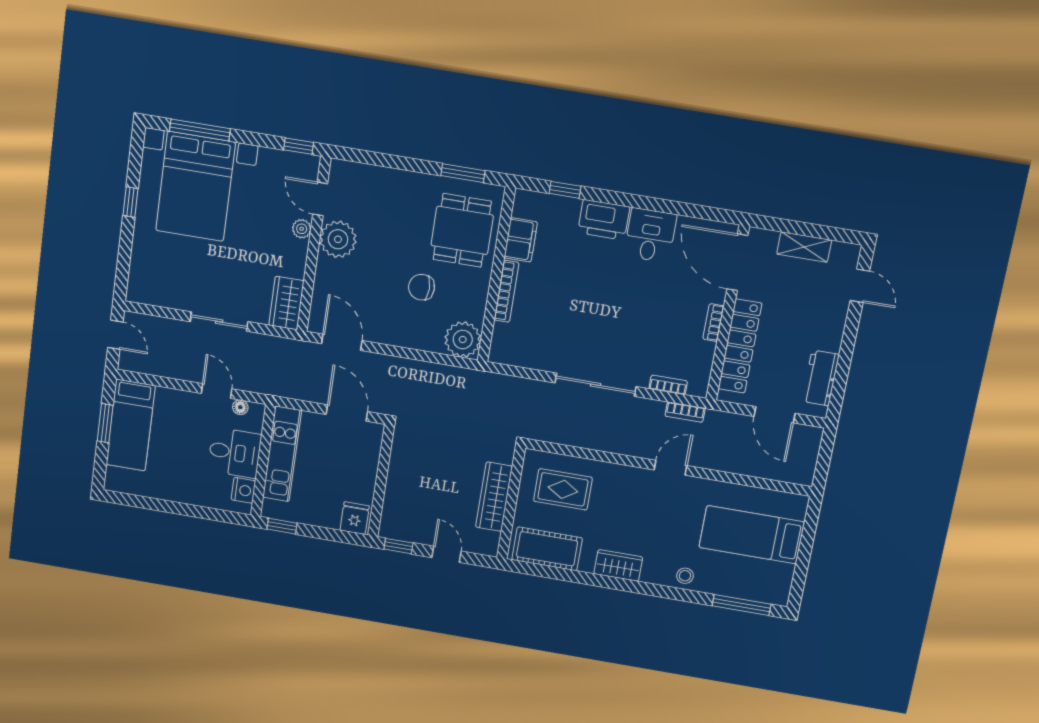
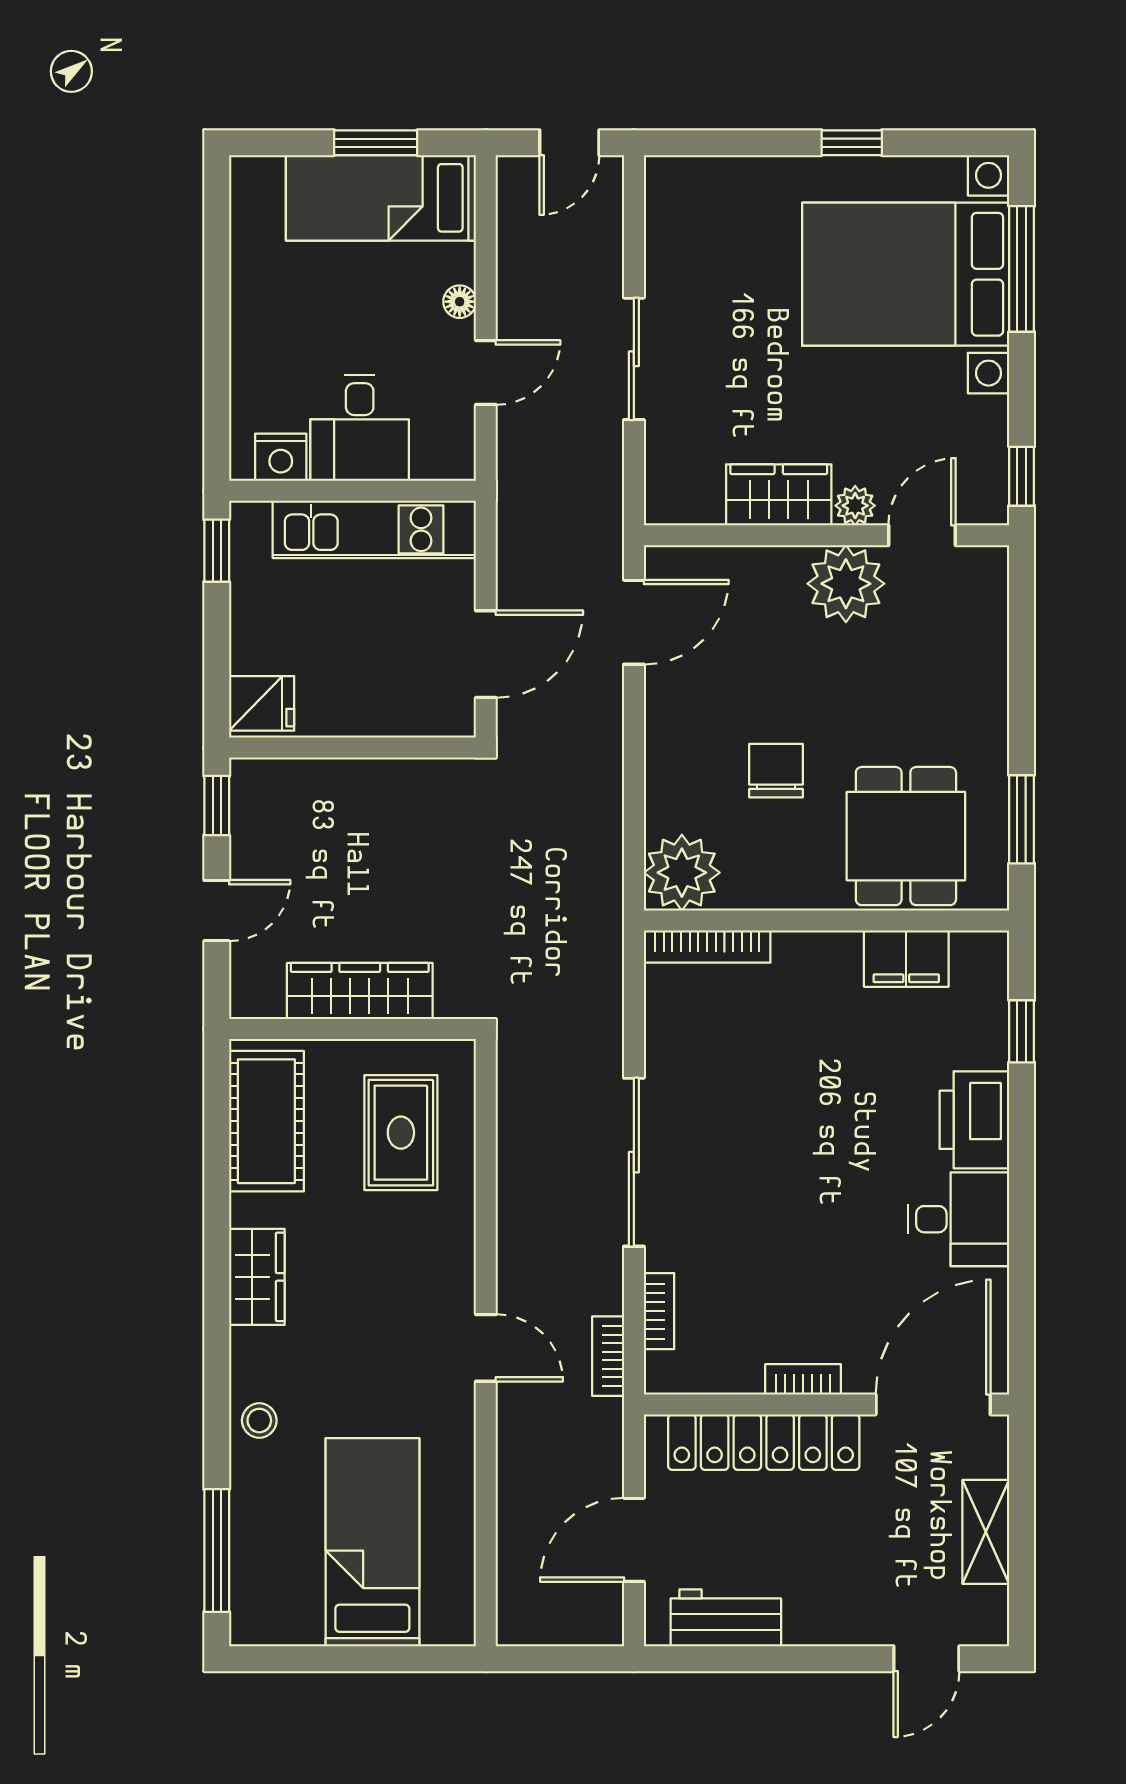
dining table: (462, 230) -> (906, 836), turned 90
bookcase: (506, 291) -> (707, 947), moved
wardrobe: (286, 303) -> (779, 495), moved
floor lamp: (240, 407) -> (460, 302), moved

